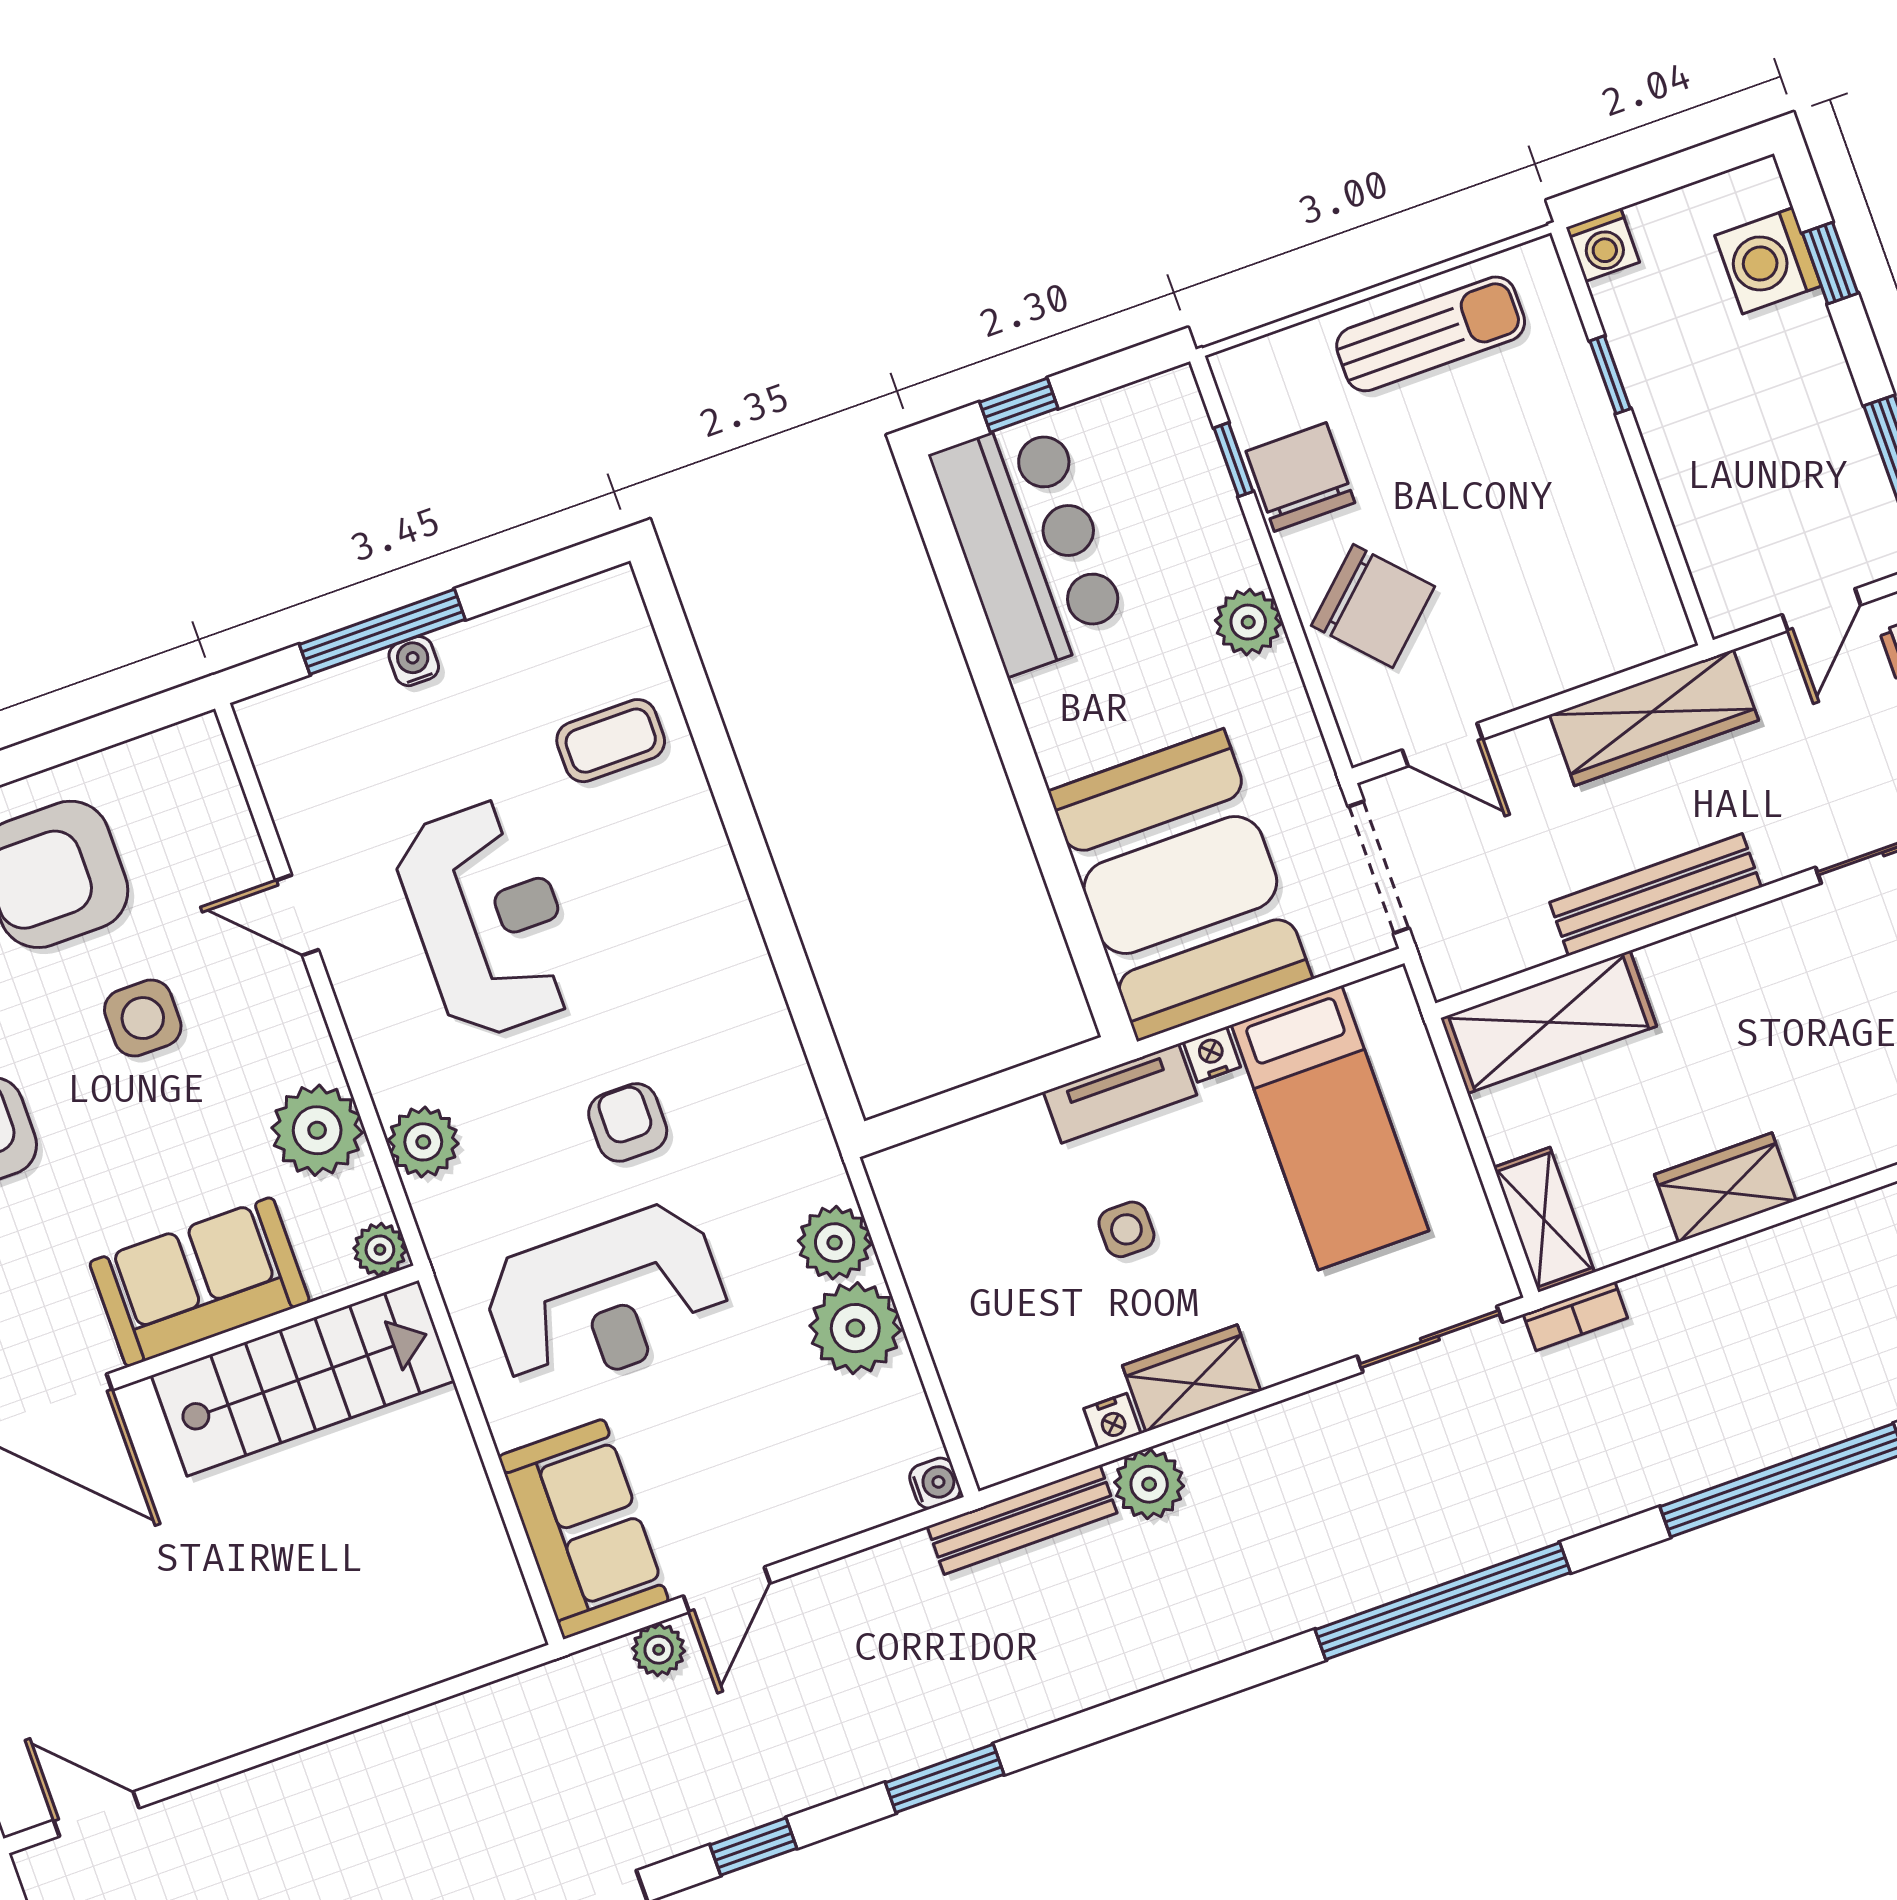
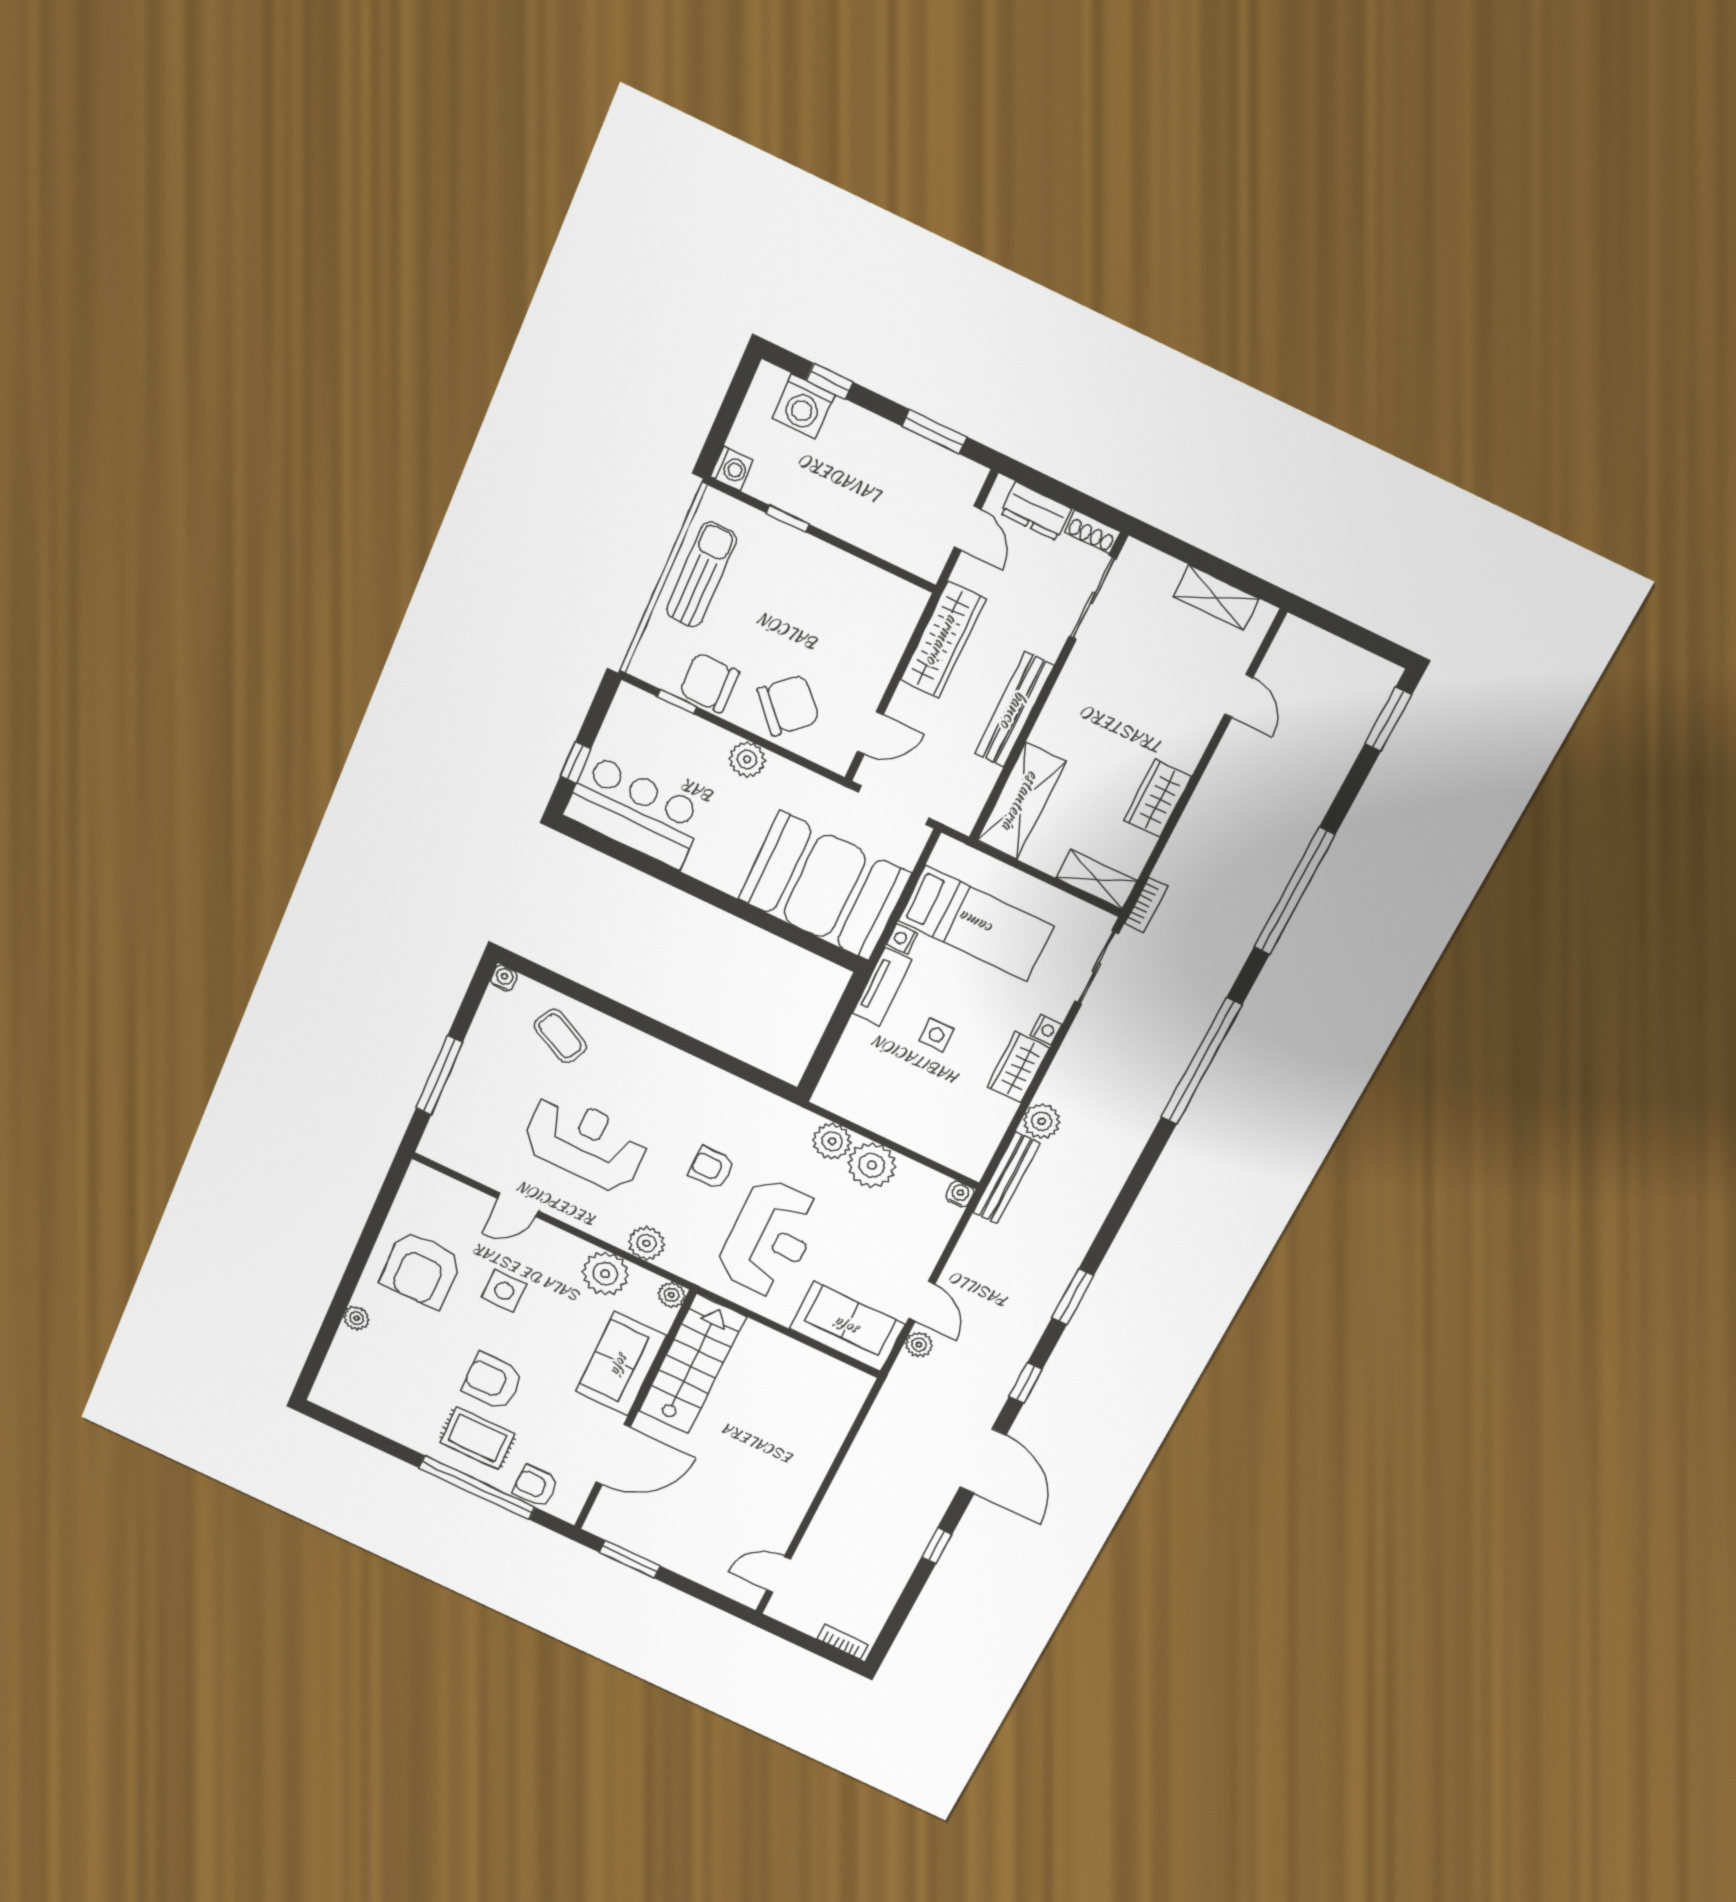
water cooler: (414, 661) -> (504, 978), moved, turned 90
coffee table: (611, 741) -> (560, 1036), turned -63
nightstand: (1112, 1421) -> (1046, 1030), moved

